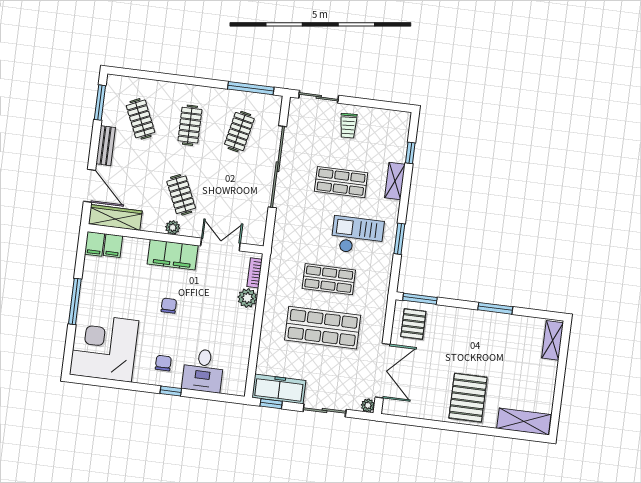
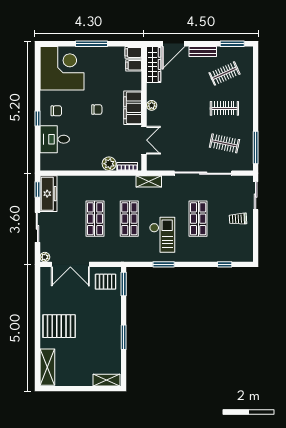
shelving: (395, 181) -> (149, 181), moved
clothes rail: (181, 195) -> (175, 108), removed
shop shelf: (323, 328) -> (95, 219), width x0.70, depth x0.74

